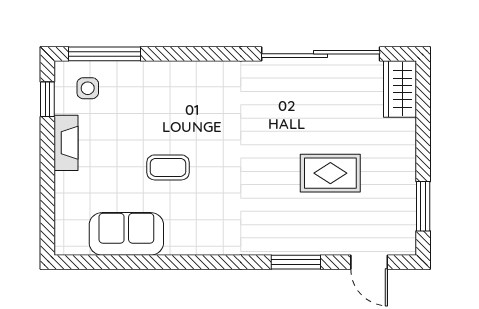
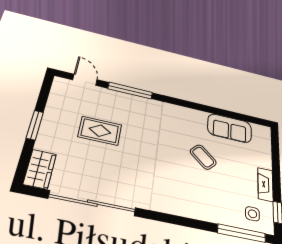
coffee table: (168, 167) -> (203, 157), turned 43
window: (423, 206) -> (35, 125), moved
window: (296, 262) -> (130, 91), width x1.44

